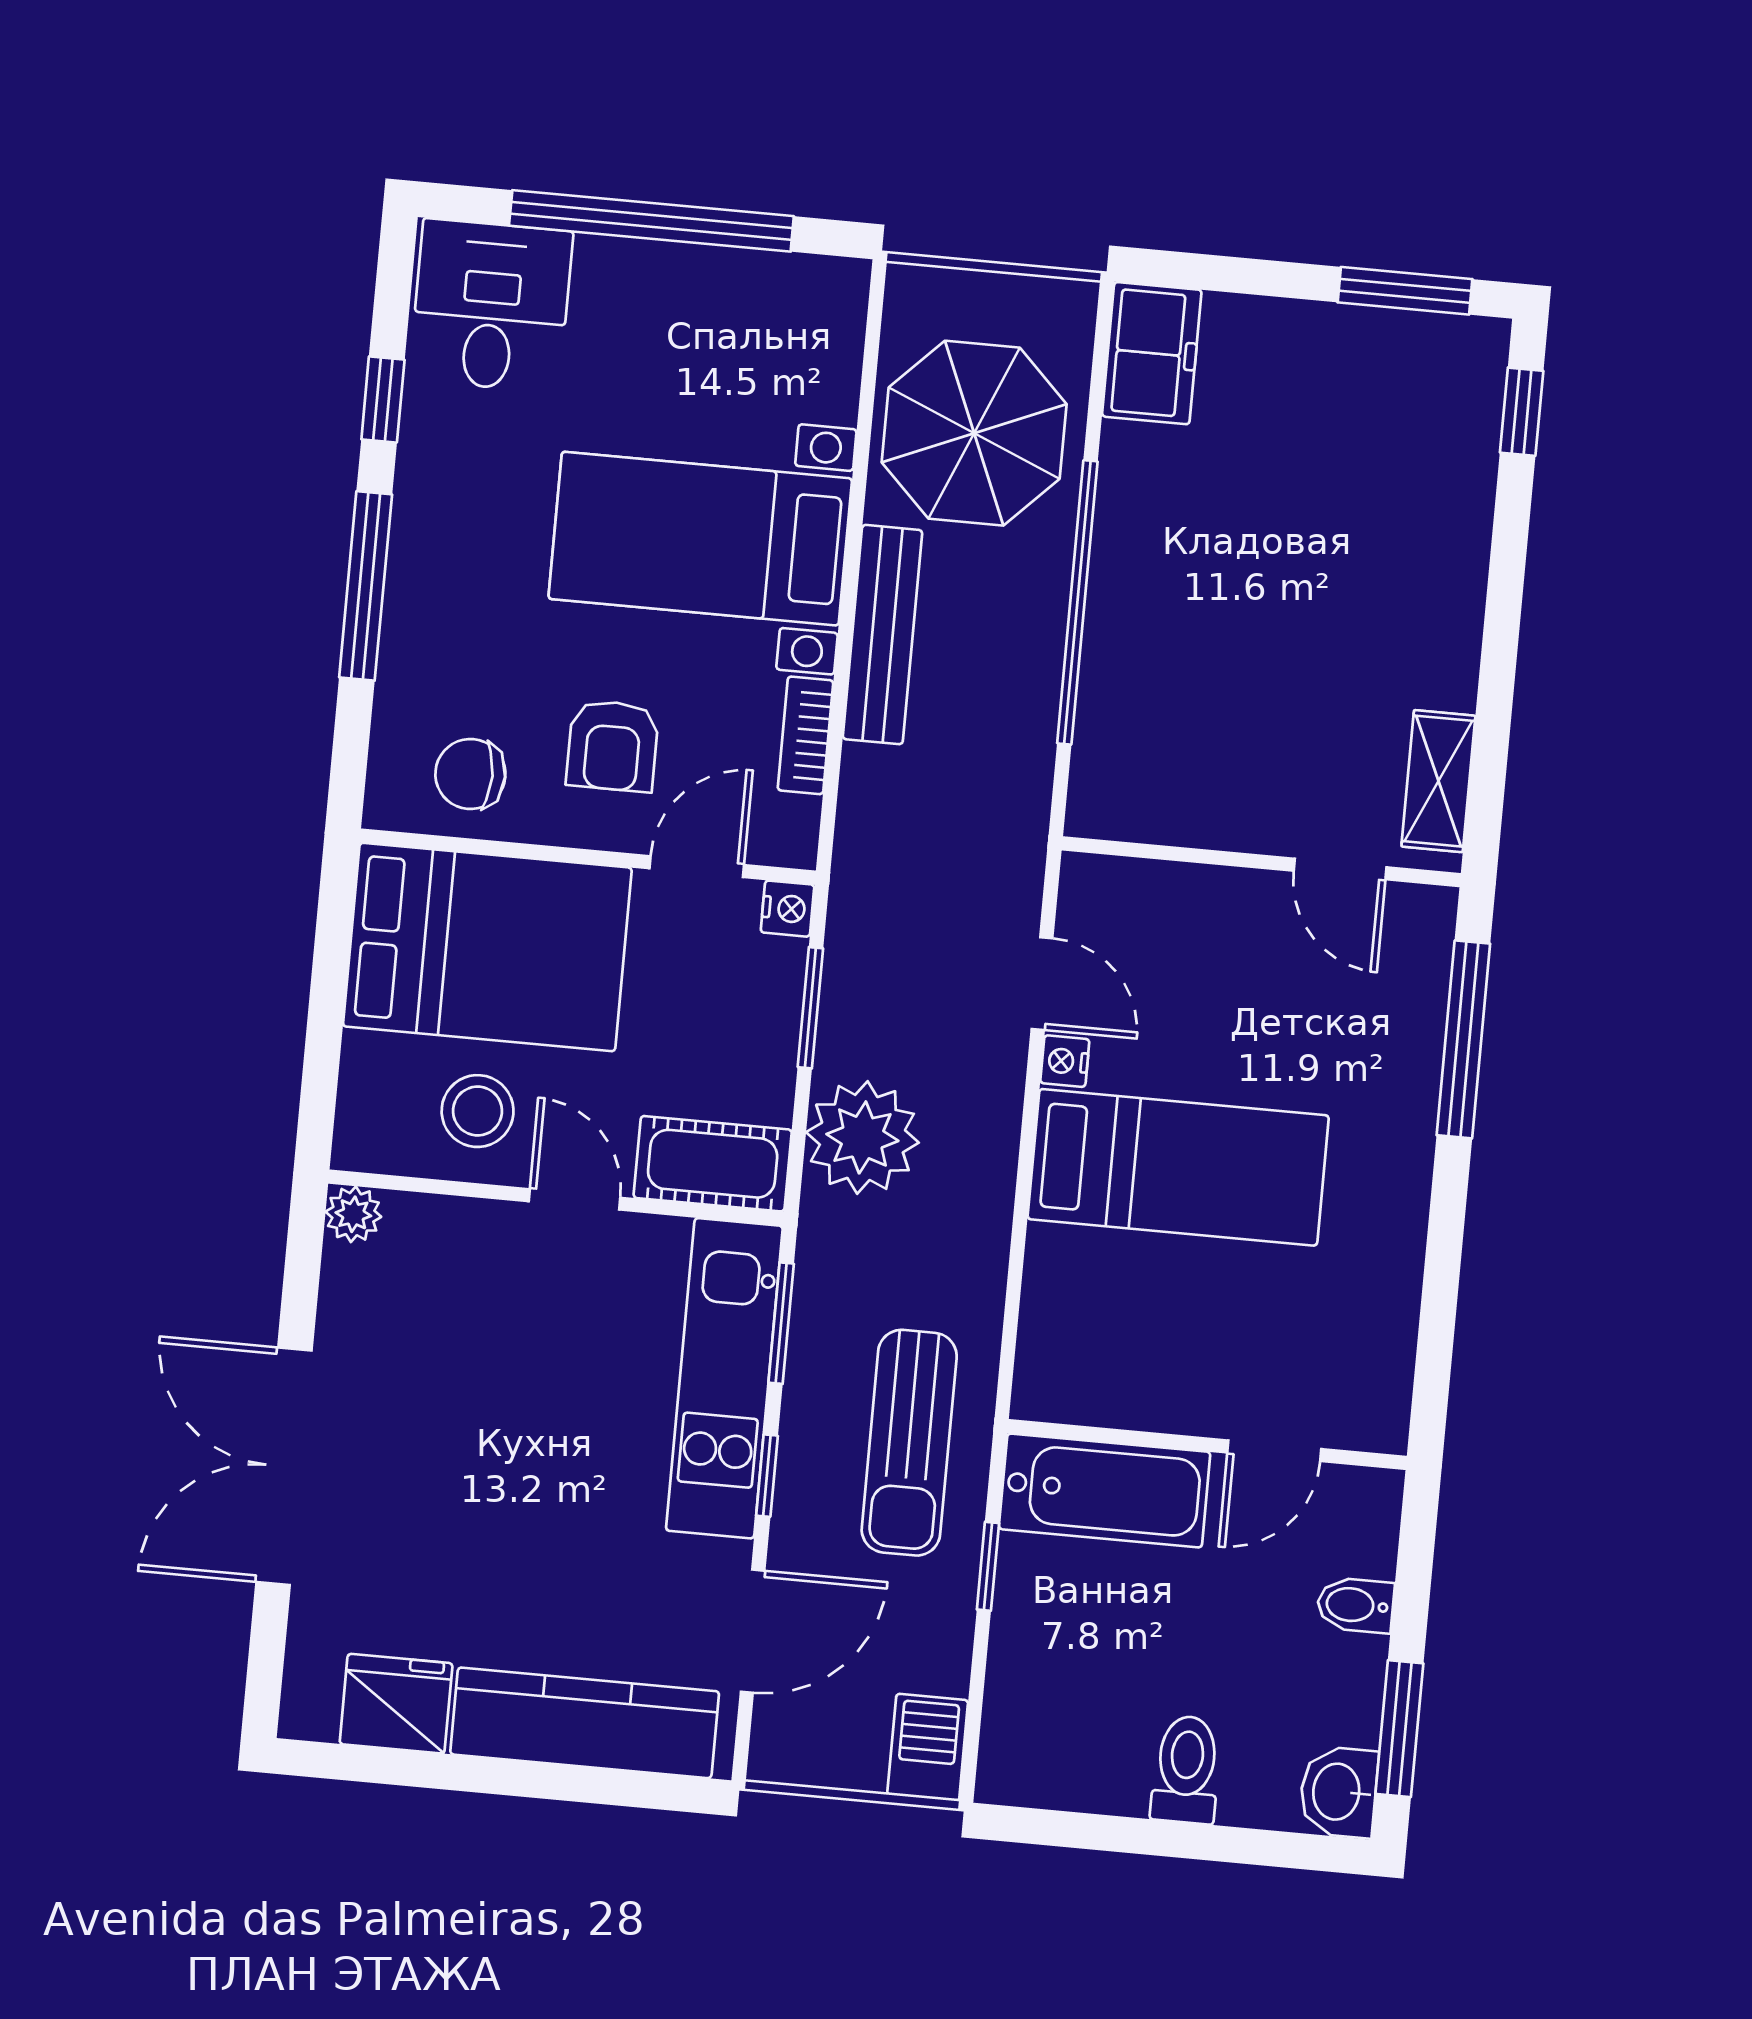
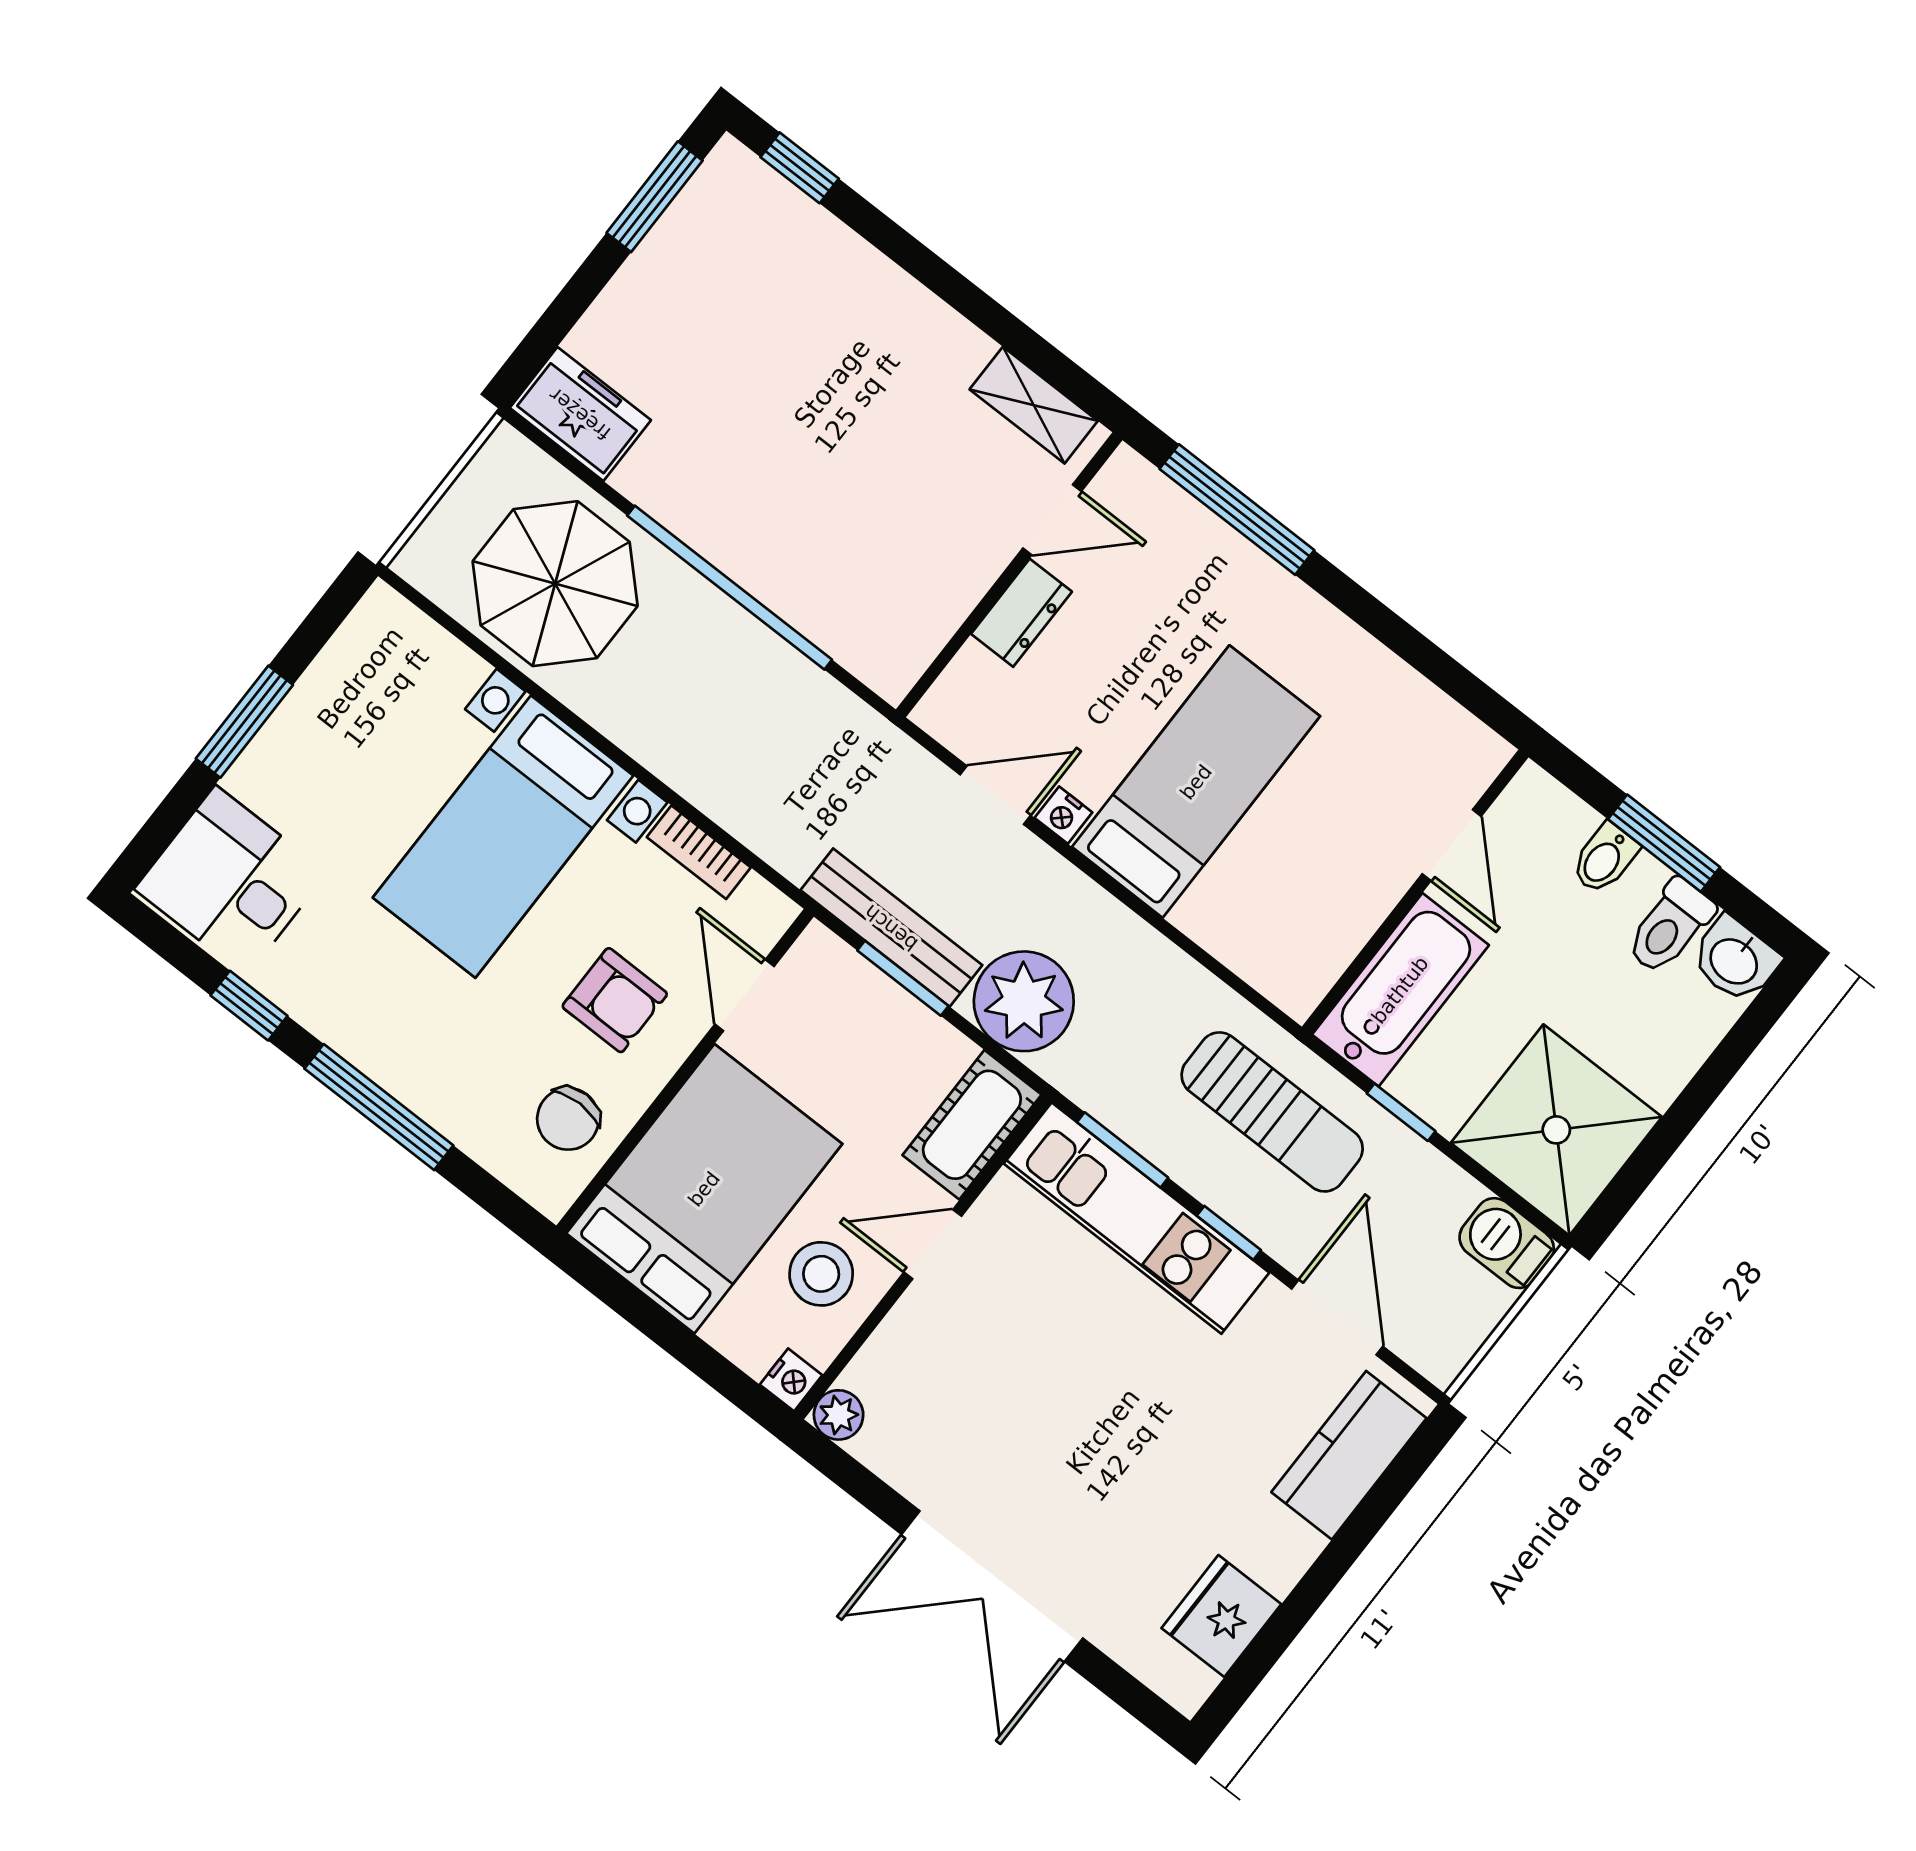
window: (651, 221) -> (244, 722), width x0.47
bench: (882, 635) -> (891, 928), moved
dresser: (1232, 897) -> (1021, 613), added
nightstand: (788, 909) -> (791, 1380), moved, turned 90
kitchen counter: (585, 1723) -> (1349, 1455), width x0.67
shower: (1066, 1725) -> (1556, 1130), added
window: (1399, 1729) -> (1664, 843), moved
toilet: (1186, 1770) -> (1670, 927), moved, turned -90

